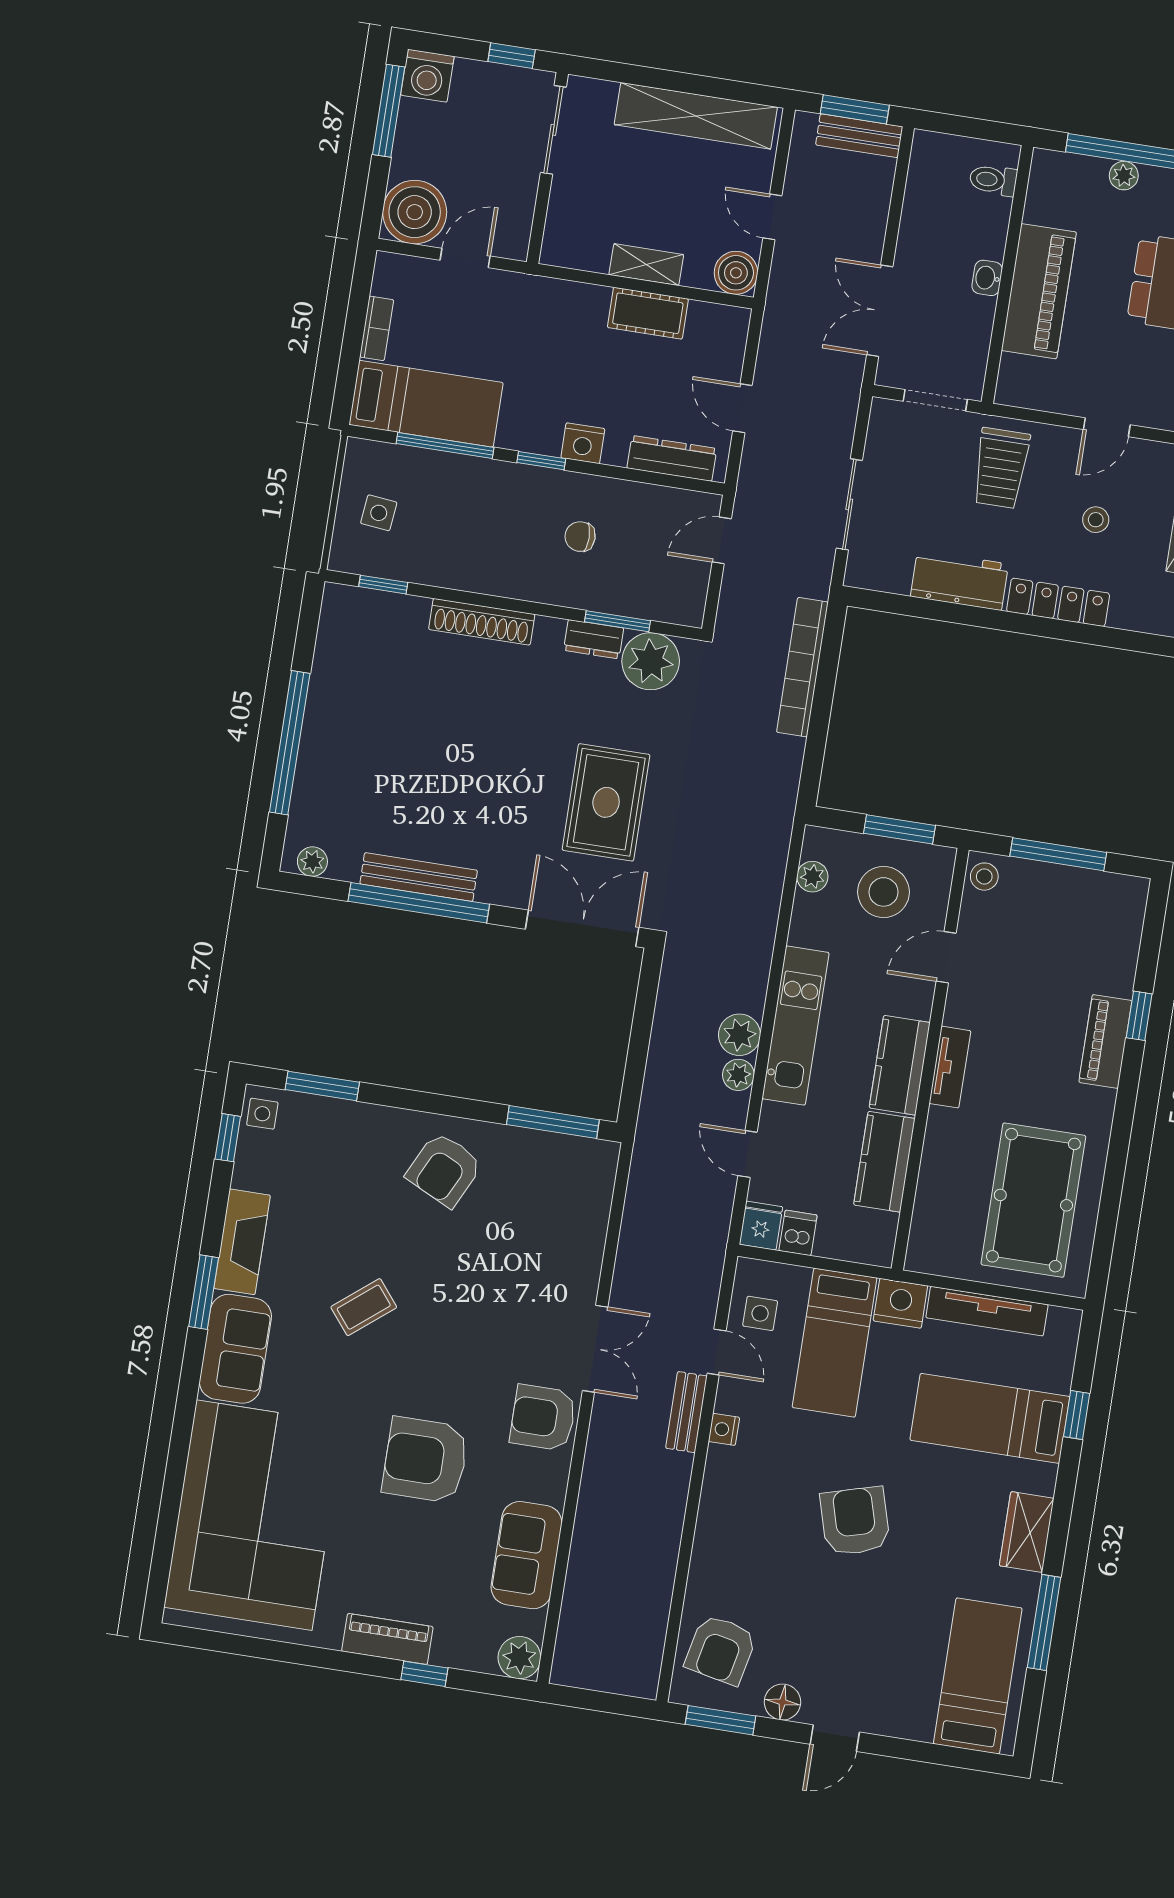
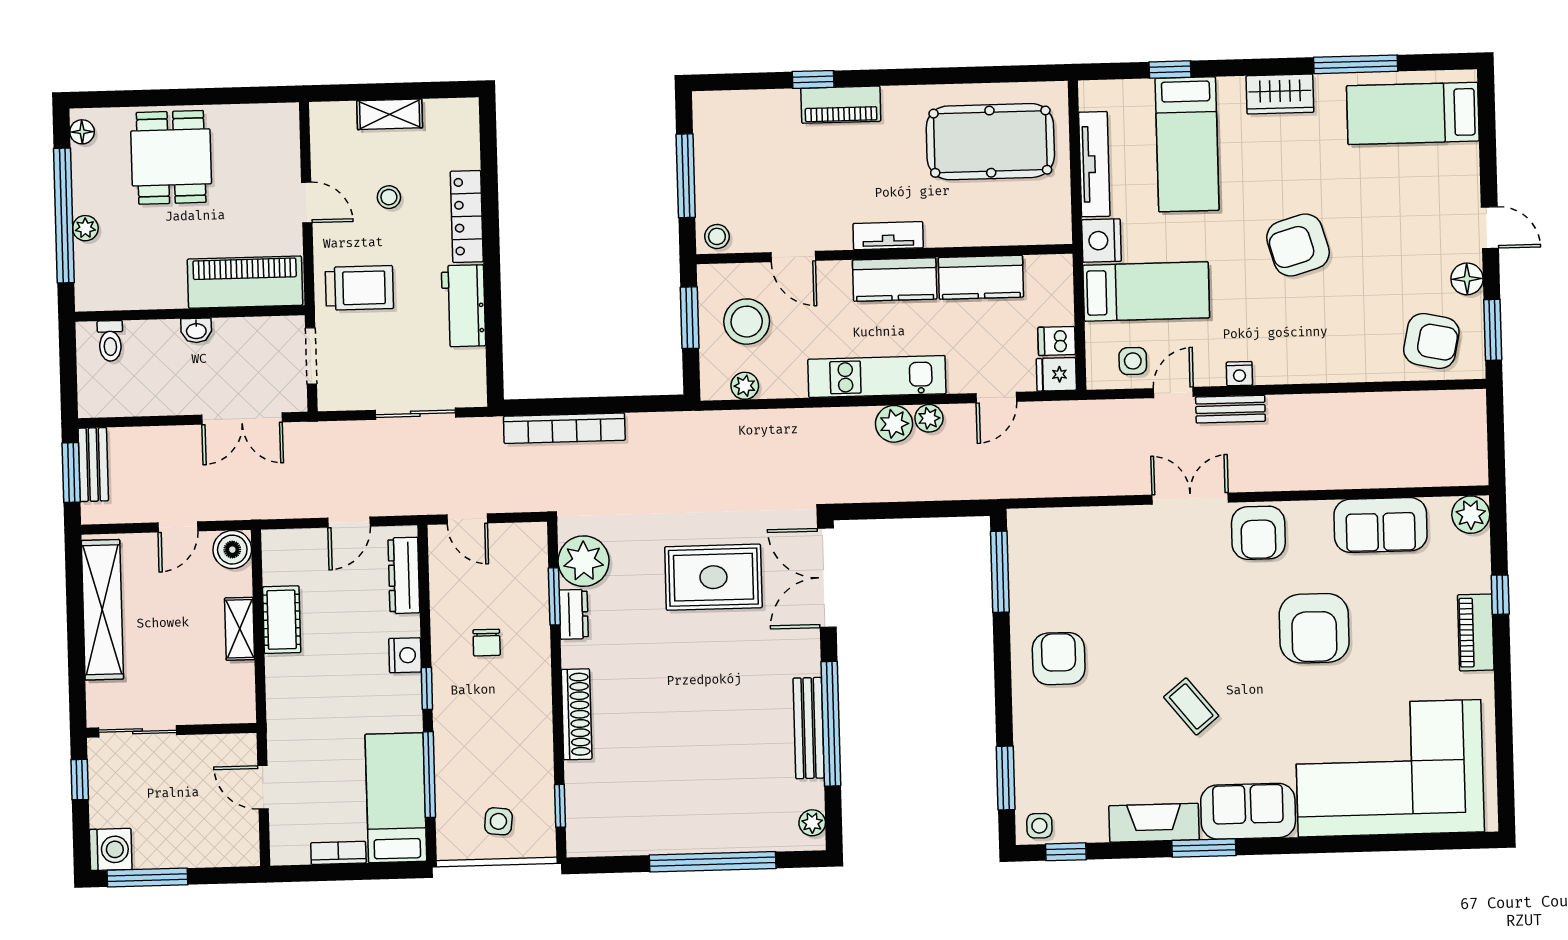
boiler: (415, 212) -> (231, 839), removed
piano: (1039, 291) -> (245, 282), moved
armchair: (444, 1170) -> (1059, 659), turned -116

